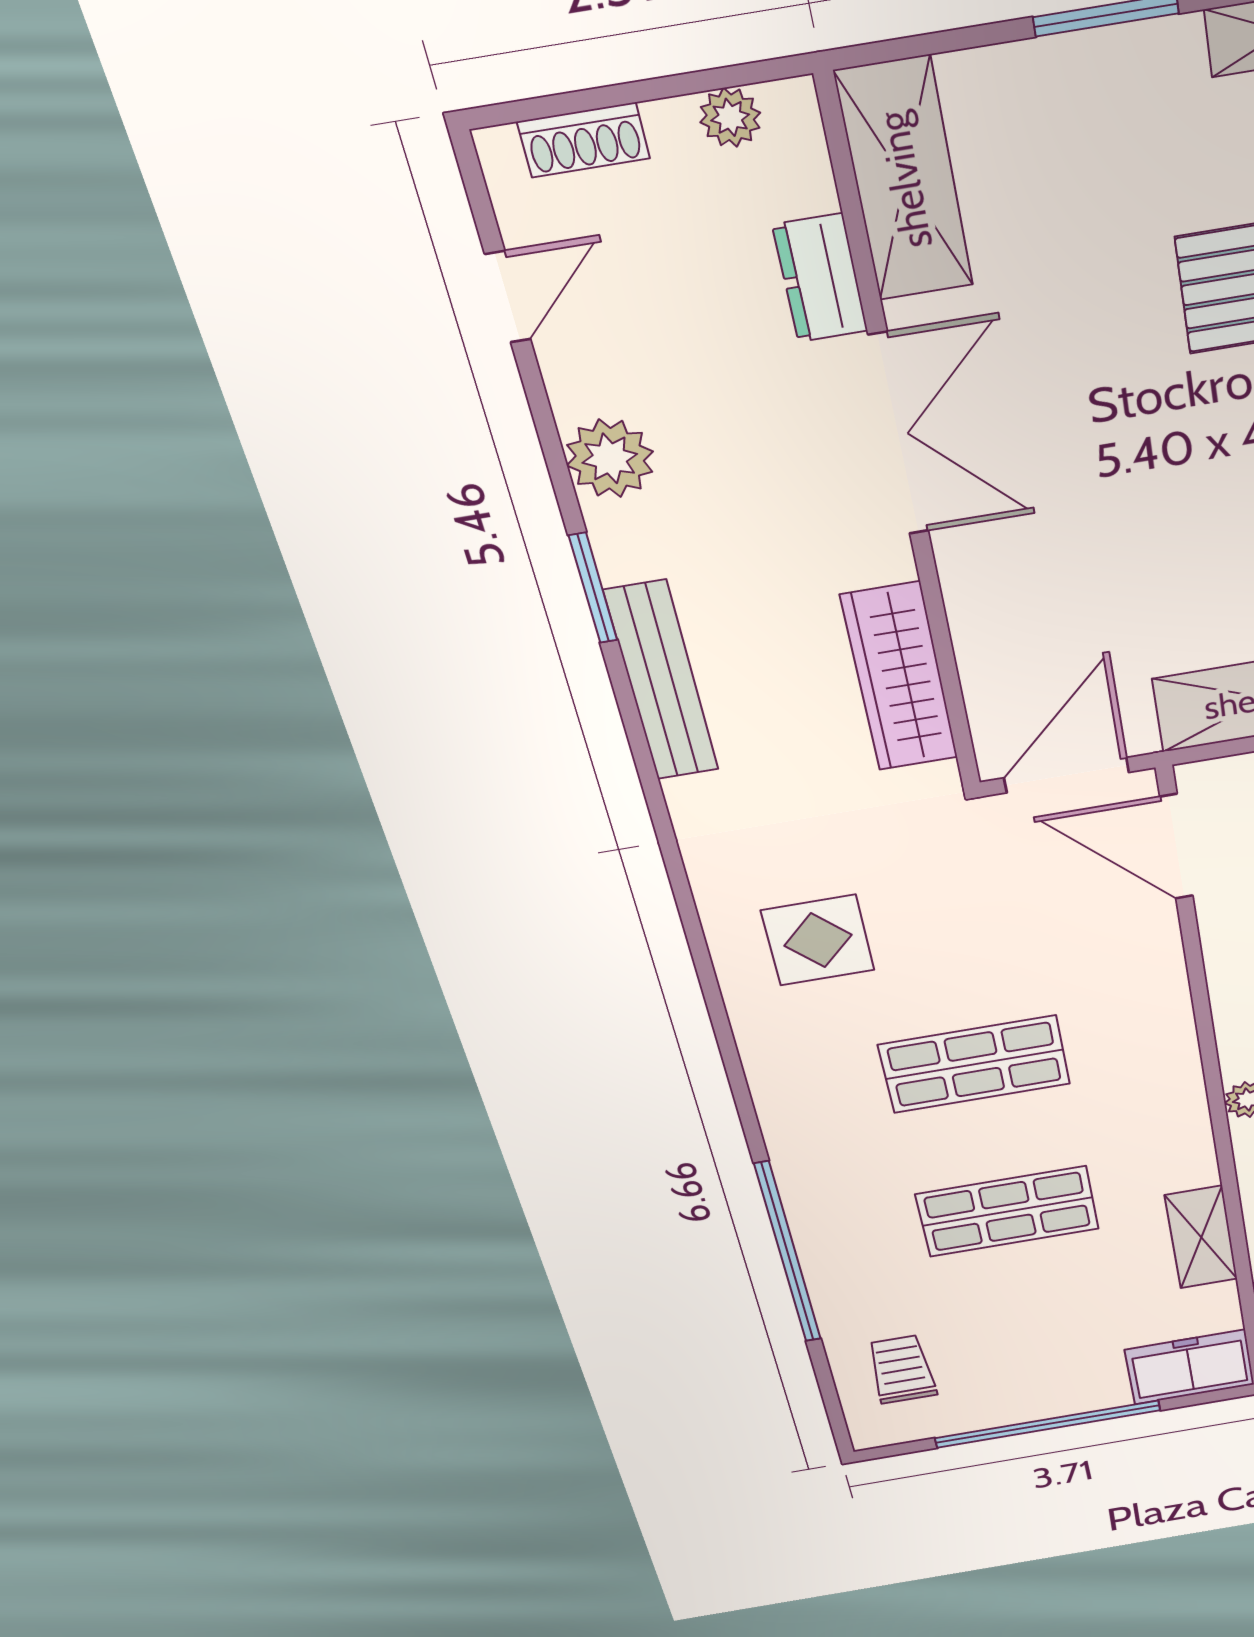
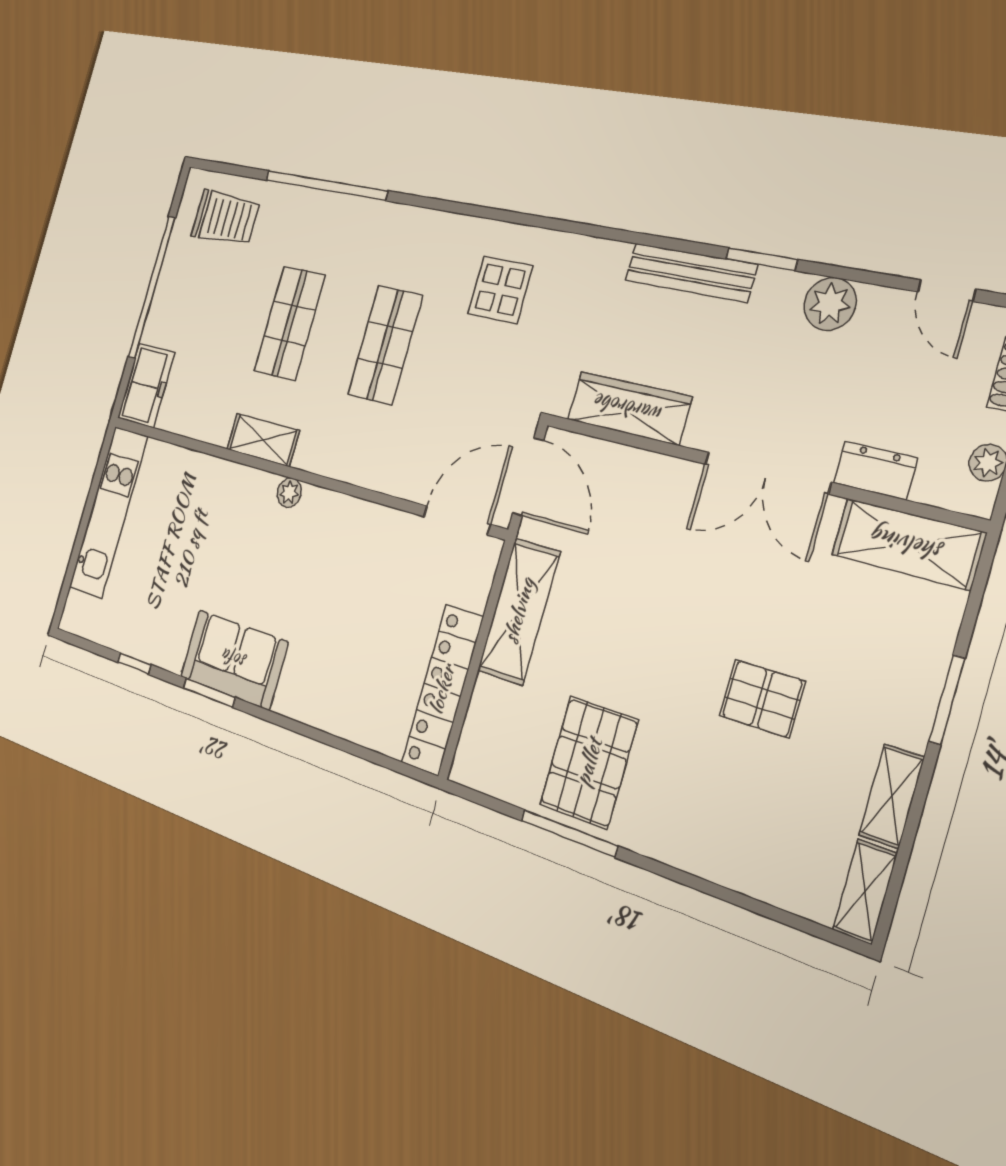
shelving: (1201, 1237) -> (263, 440), moved
trolley: (902, 1369) -> (225, 218), width x1.36, depth x1.39

